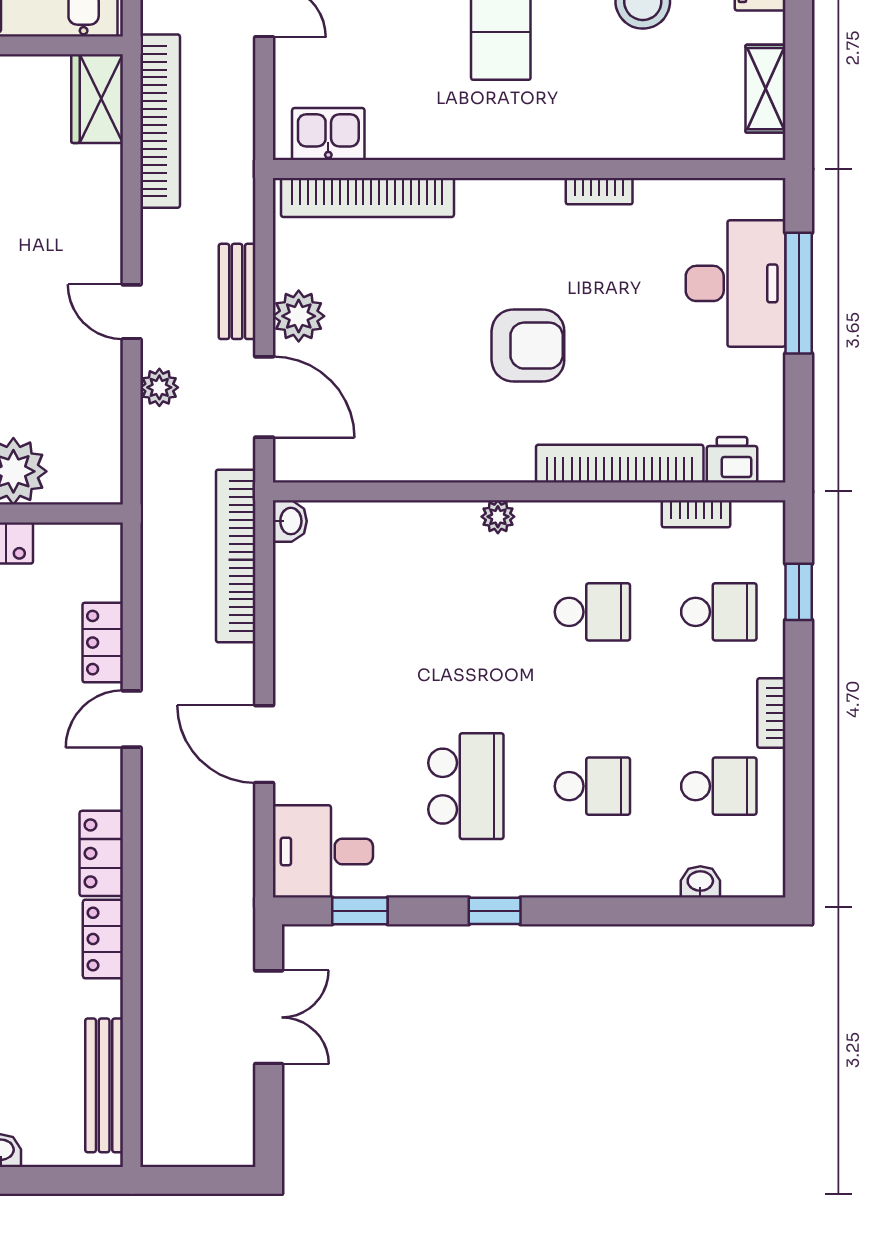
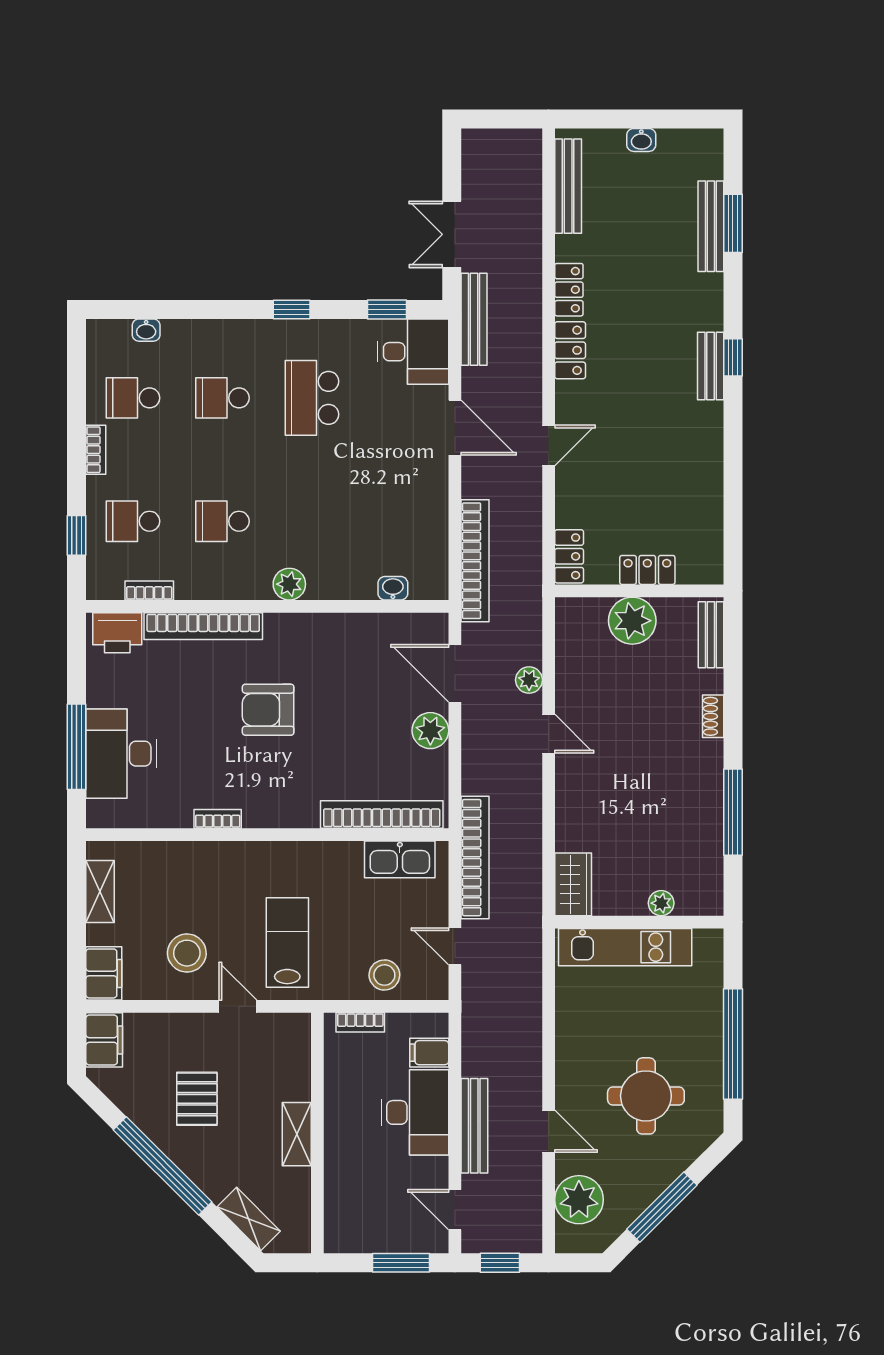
bookcase: (160, 121) -> (475, 858), moved, turned 180
kitchen sink: (328, 134) -> (400, 859), width x1.38
bench: (237, 291) -> (474, 319), moved, width x1.36
printer: (732, 460) -> (117, 633), width x1.36, depth x1.24
plant: (498, 517) -> (289, 584), width x1.38, depth x1.38
washbasin: (290, 521) -> (393, 588), moved, turned 90
locker: (103, 643) -> (569, 556), moved

